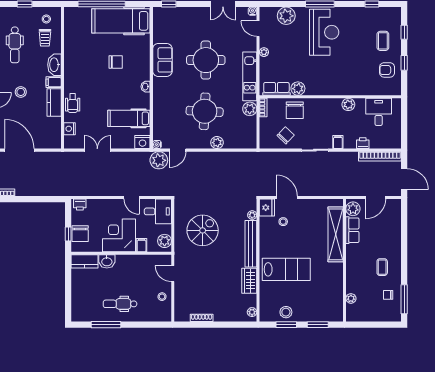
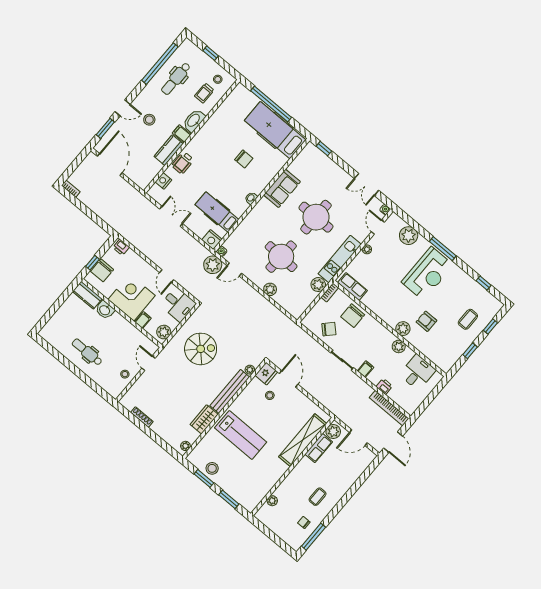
armchair: (387, 70) -> (426, 321), moved
plant: (298, 89) -> (403, 329), moved
window: (106, 325) -> (62, 359), removed

